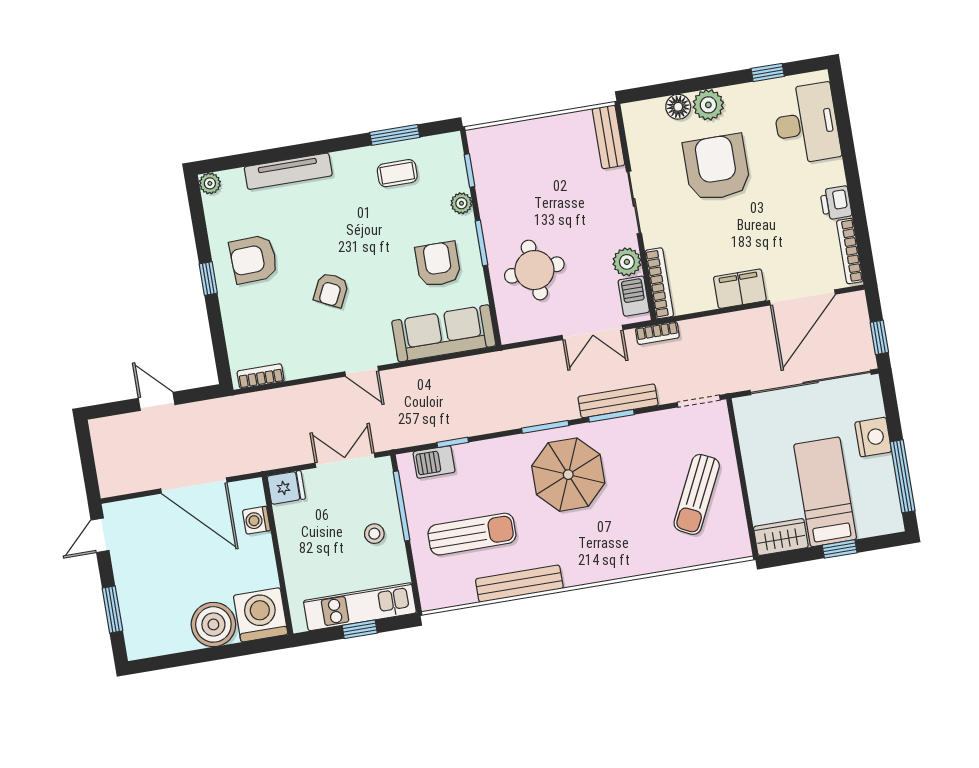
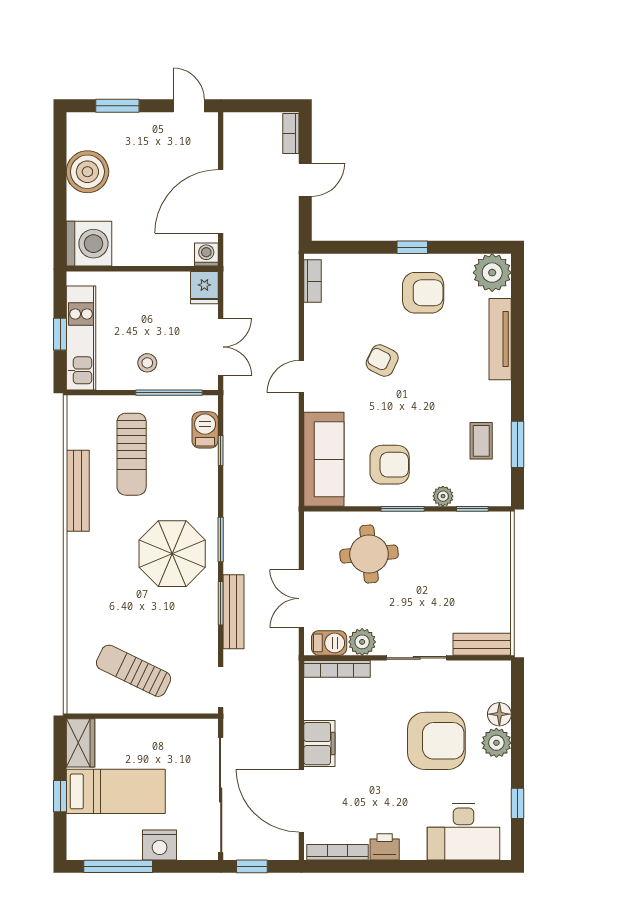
plant: (210, 183) -> (492, 273), width x1.87, depth x1.87
armchair: (254, 259) -> (423, 293), turned 92
bookcase: (657, 333) -> (291, 134), moved
washing machine: (256, 520) -> (206, 255), moved
boiler: (213, 624) -> (87, 172), moved

